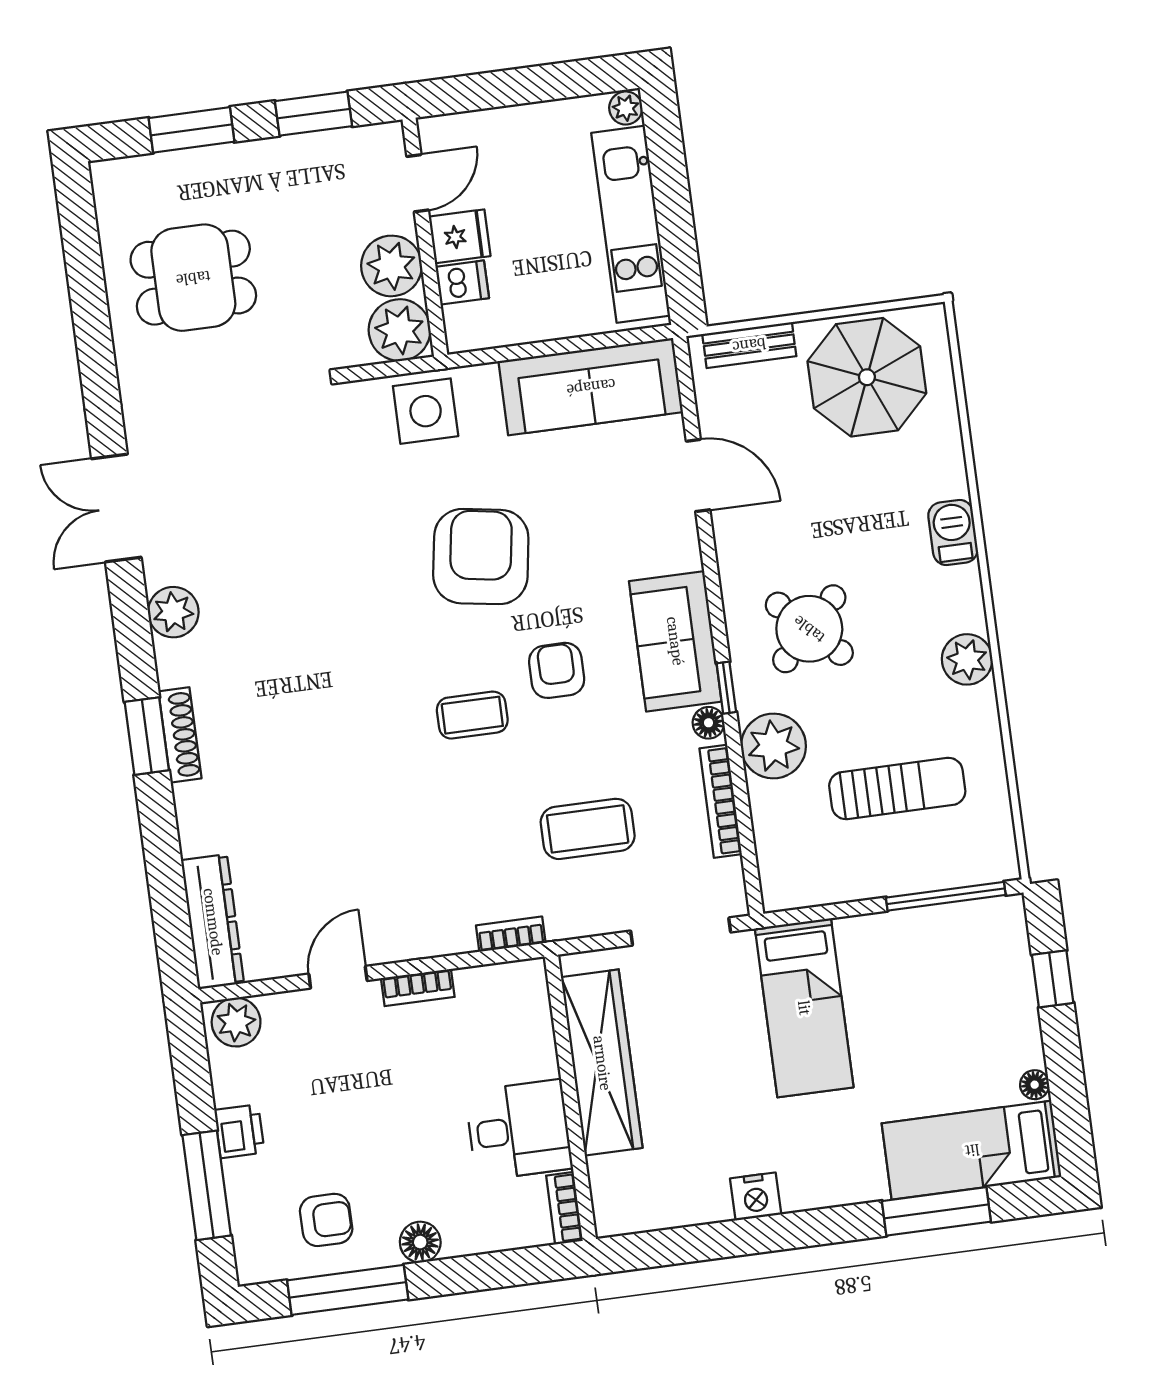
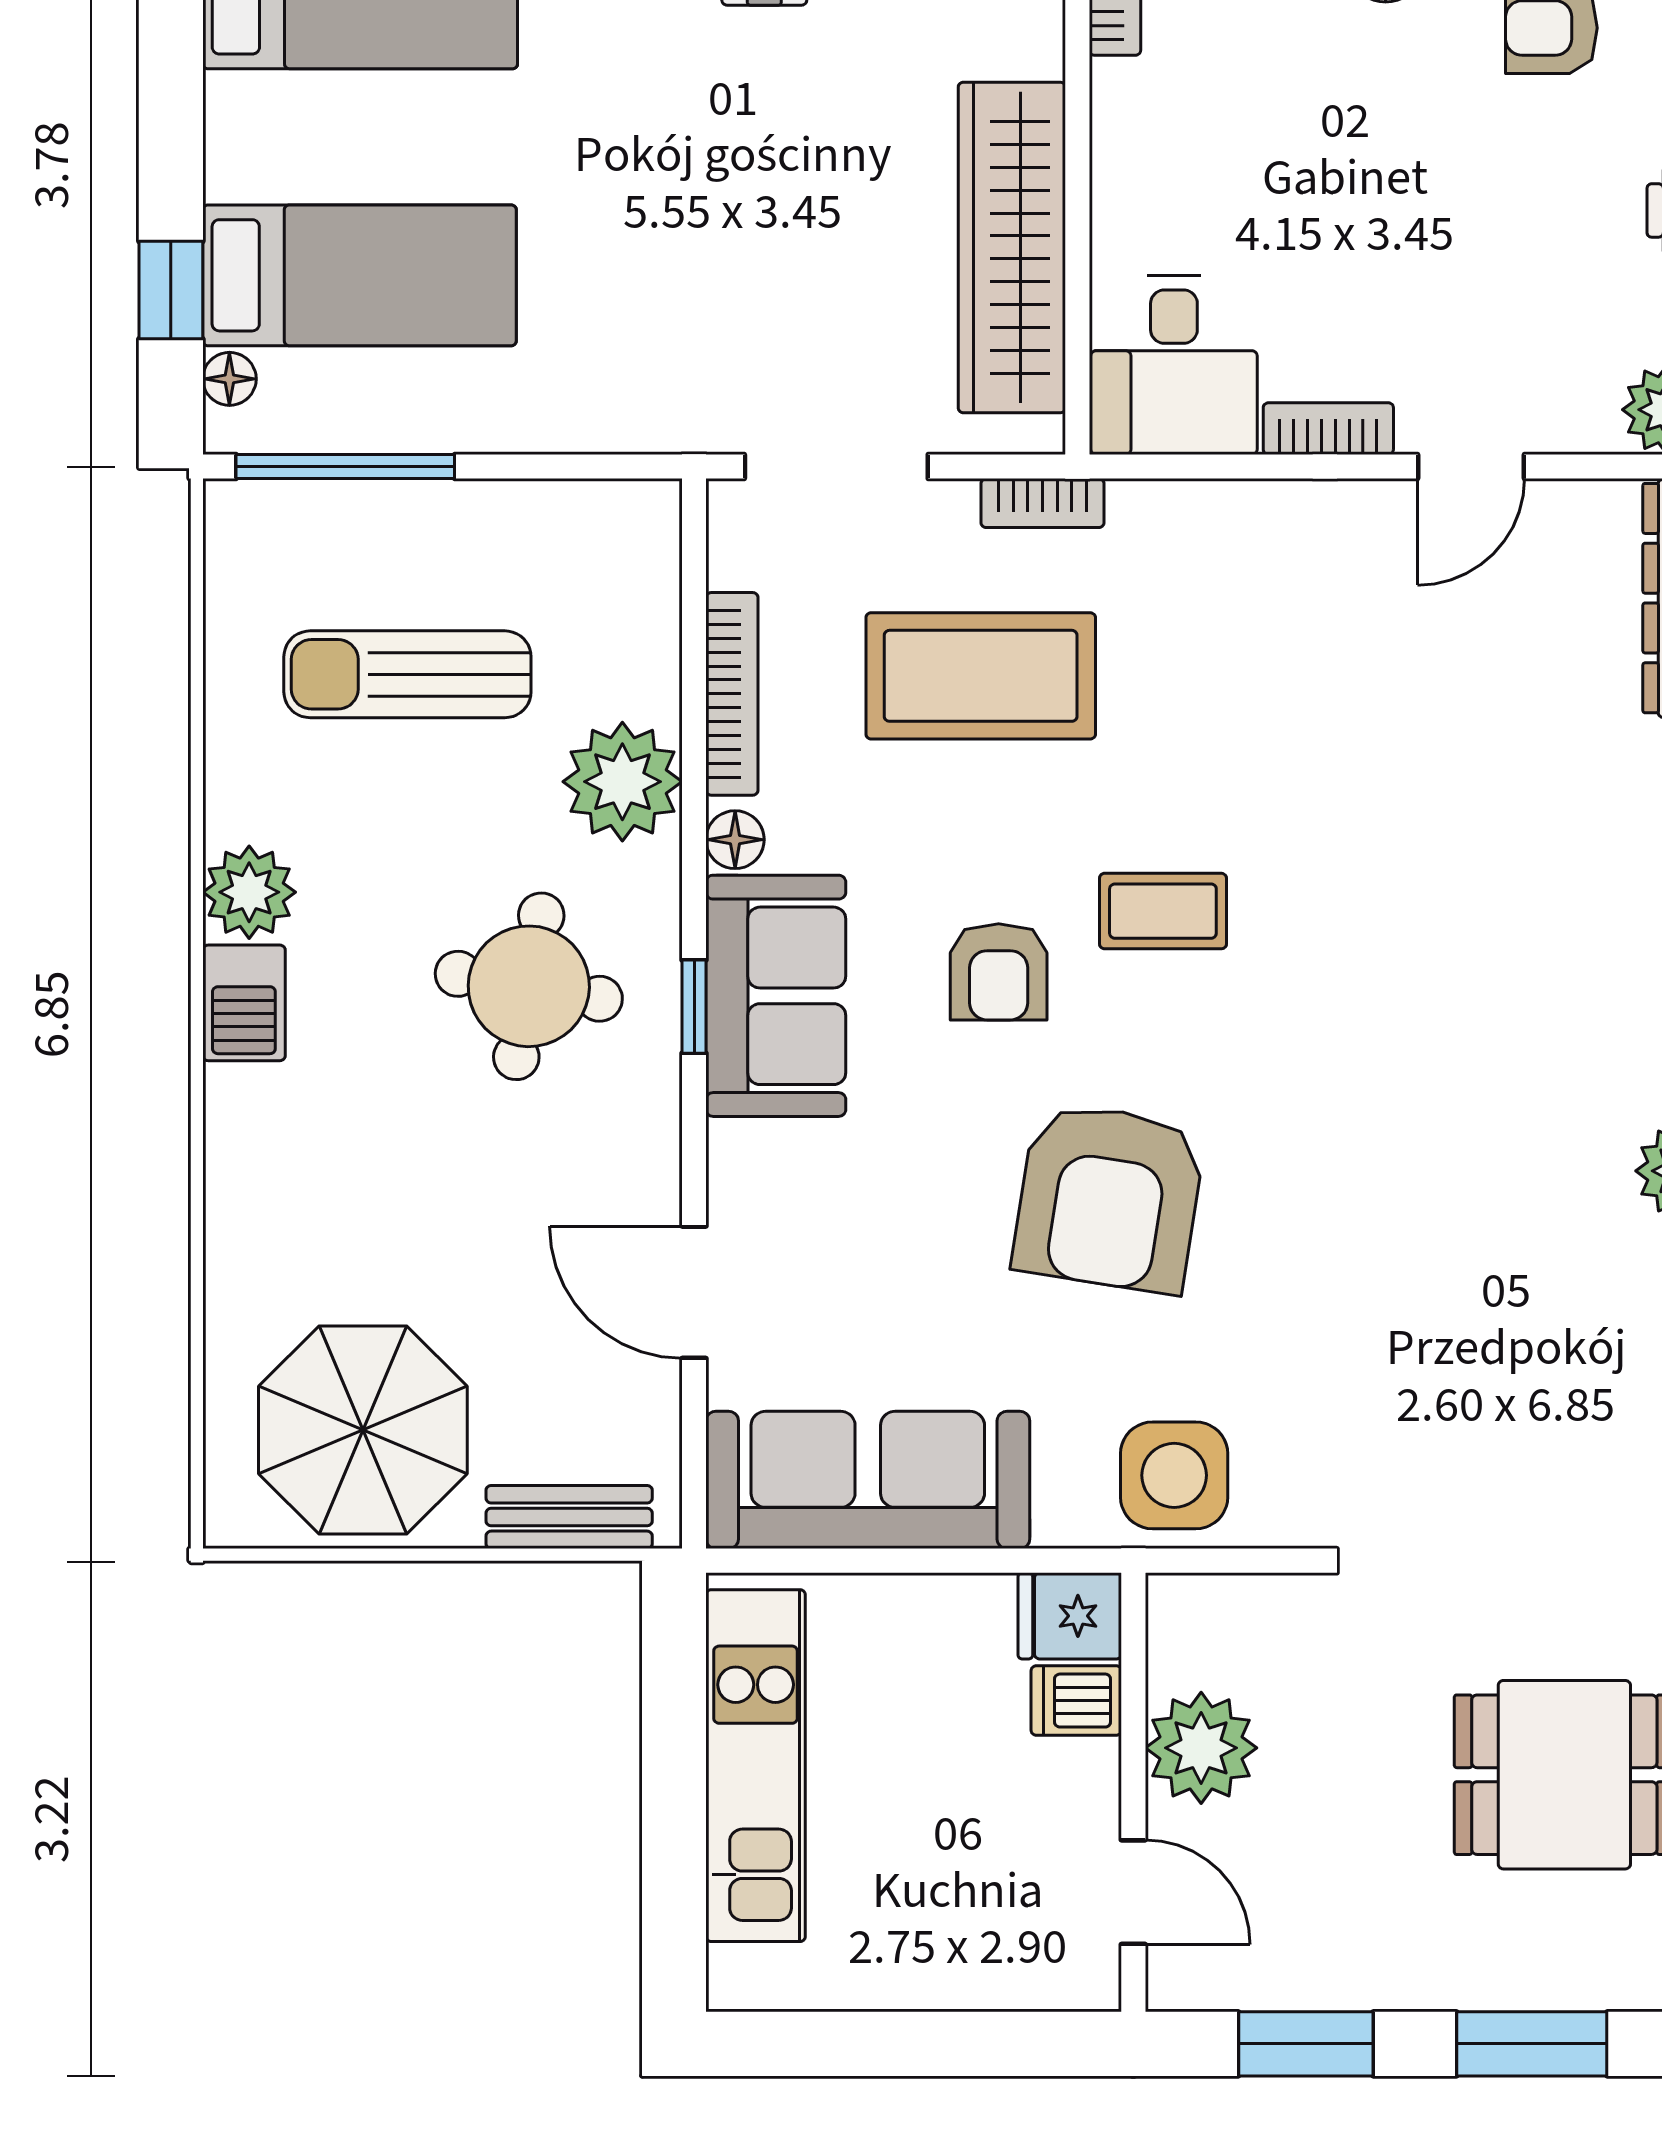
plant: (626, 108) -> (736, 1978), removed
door: (418, 183) -> (1133, 1892), swing flipped
fridge: (460, 236) -> (1070, 1616), moved
plant: (400, 330) -> (1202, 1629), removed
barbecue: (953, 532) -> (244, 1003), moved
round table: (809, 629) -> (529, 986), turned -35
window: (726, 688) -> (694, 1007), moved
coffee table: (588, 829) -> (981, 676), width x1.36, depth x1.32
bookcase: (511, 934) -> (1043, 503), moved
bed: (804, 1008) -> (360, 275), moved, turned 90
floor lamp: (1035, 1085) -> (229, 379), moved
desk: (519, 1130) -> (1174, 365), moved, turned -90

